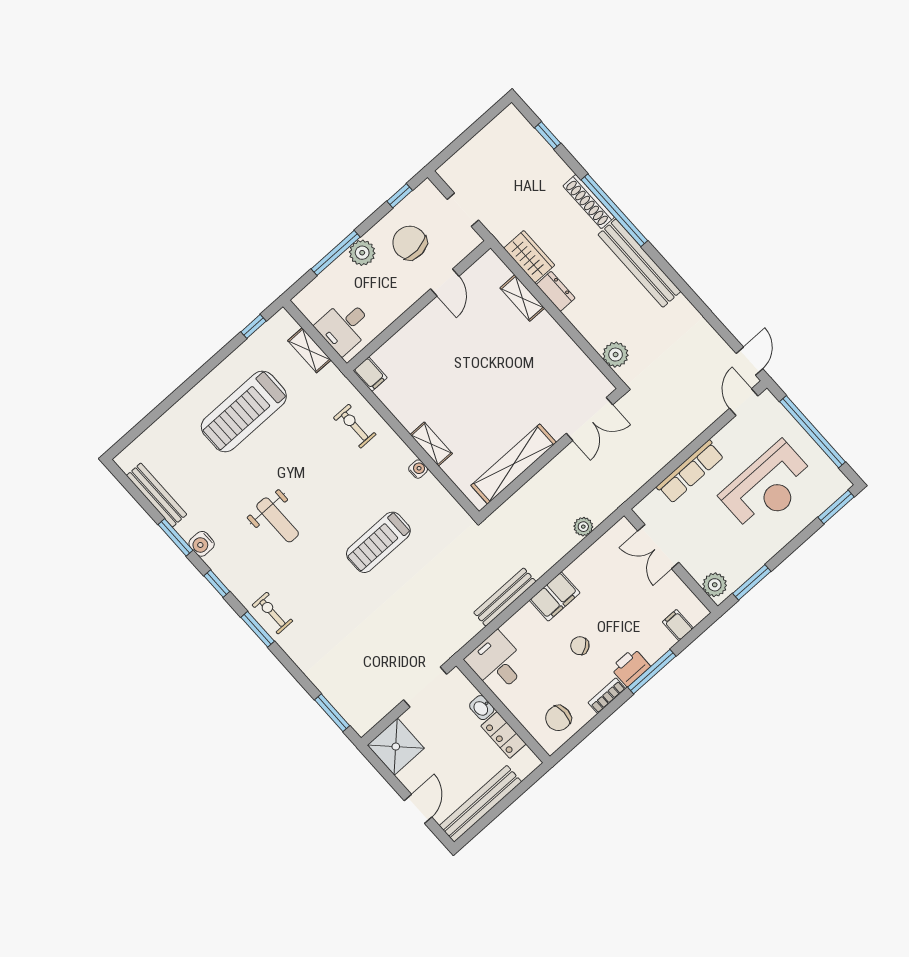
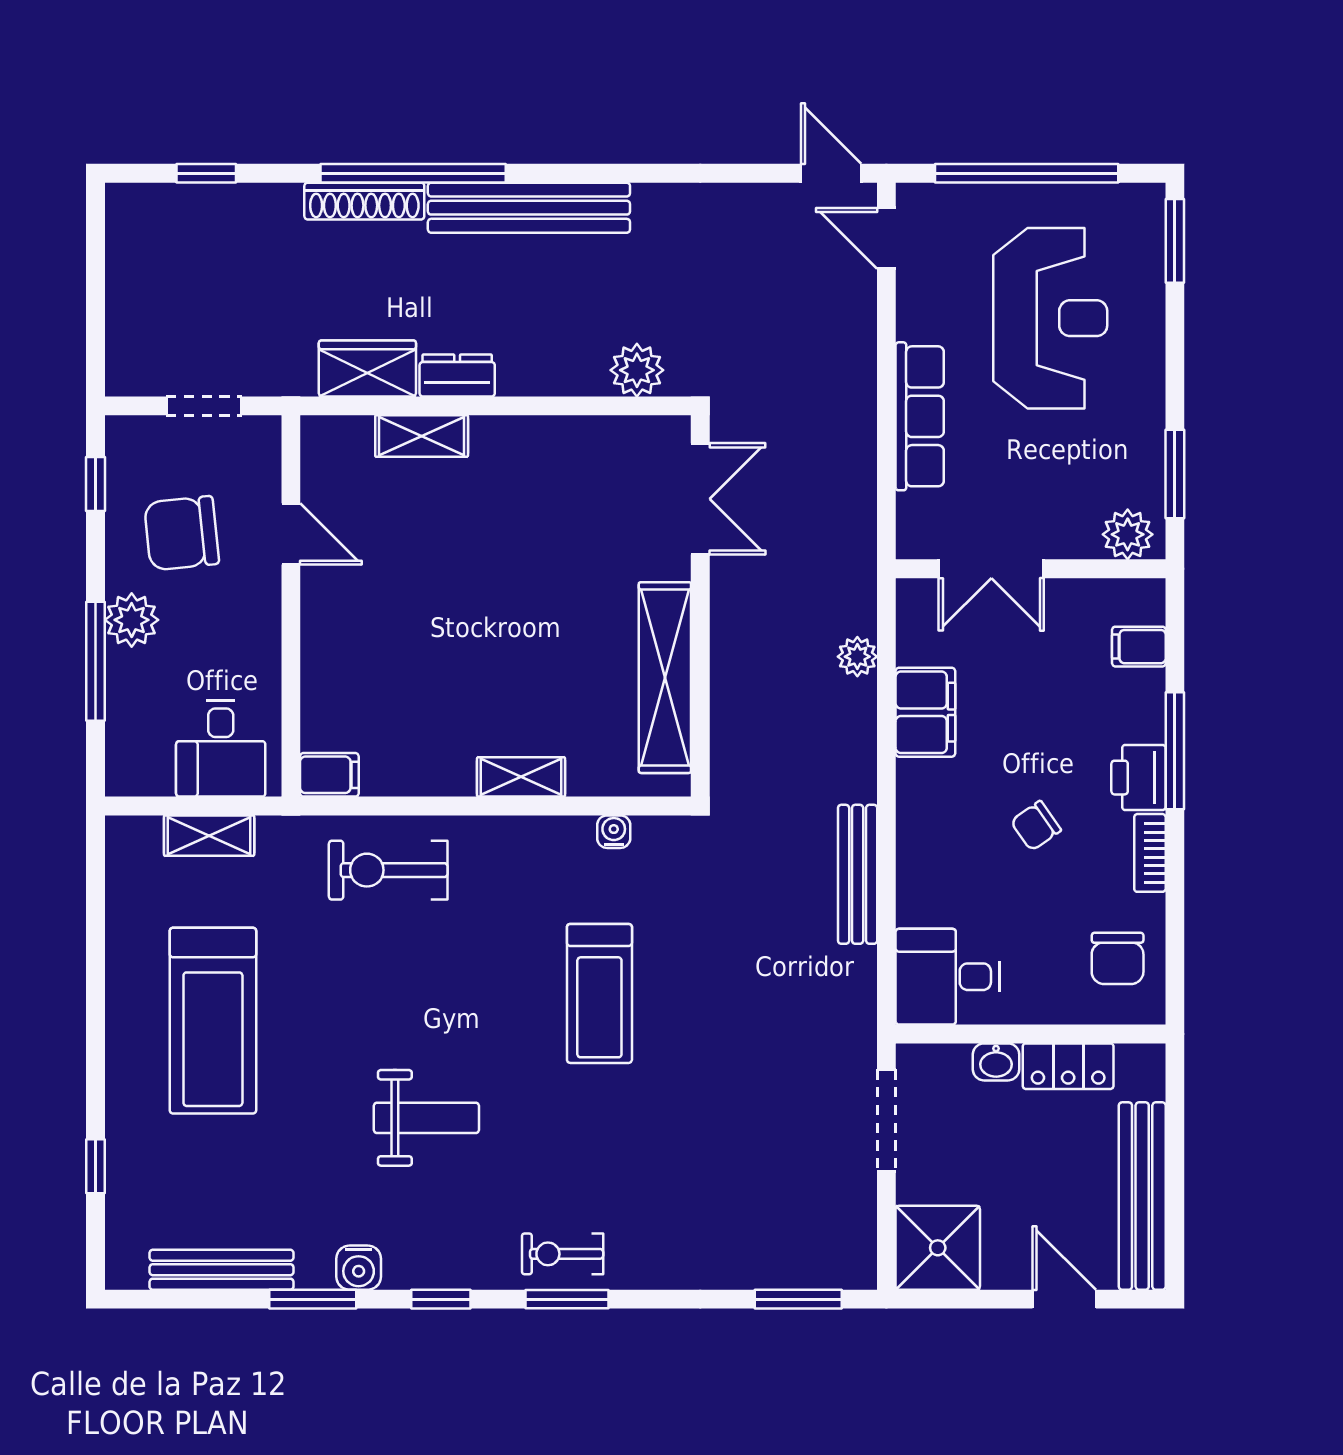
window: (253, 326) -> (95, 1166), moved
exercise bike: (355, 426) -> (388, 870), width x1.38, depth x1.39
water cooler: (418, 469) -> (614, 832), moved
filing cabinet: (555, 596) -> (925, 712), moved

